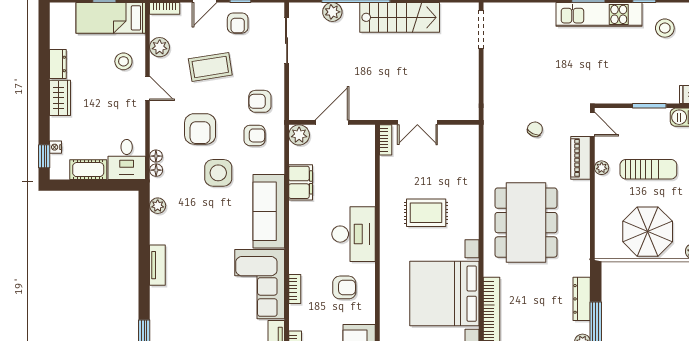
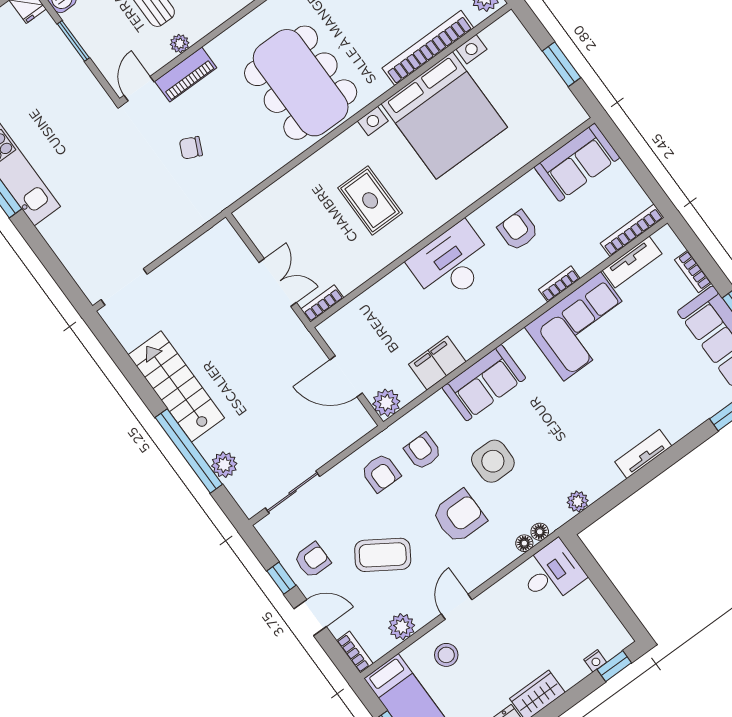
coffee table: (210, 67) -> (383, 555), turned -48
cot: (88, 170) -> (594, 607), removed
sofa: (269, 211) -> (484, 383), width x0.73
dining table: (526, 223) -> (301, 83), turned 90

